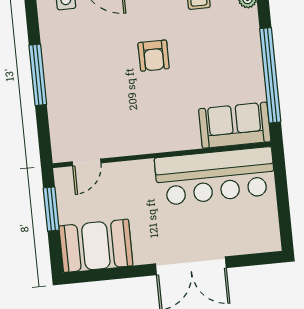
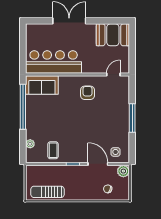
armchair: (154, 56) -> (88, 93), moved
window: (51, 209) -> (132, 54), removed

